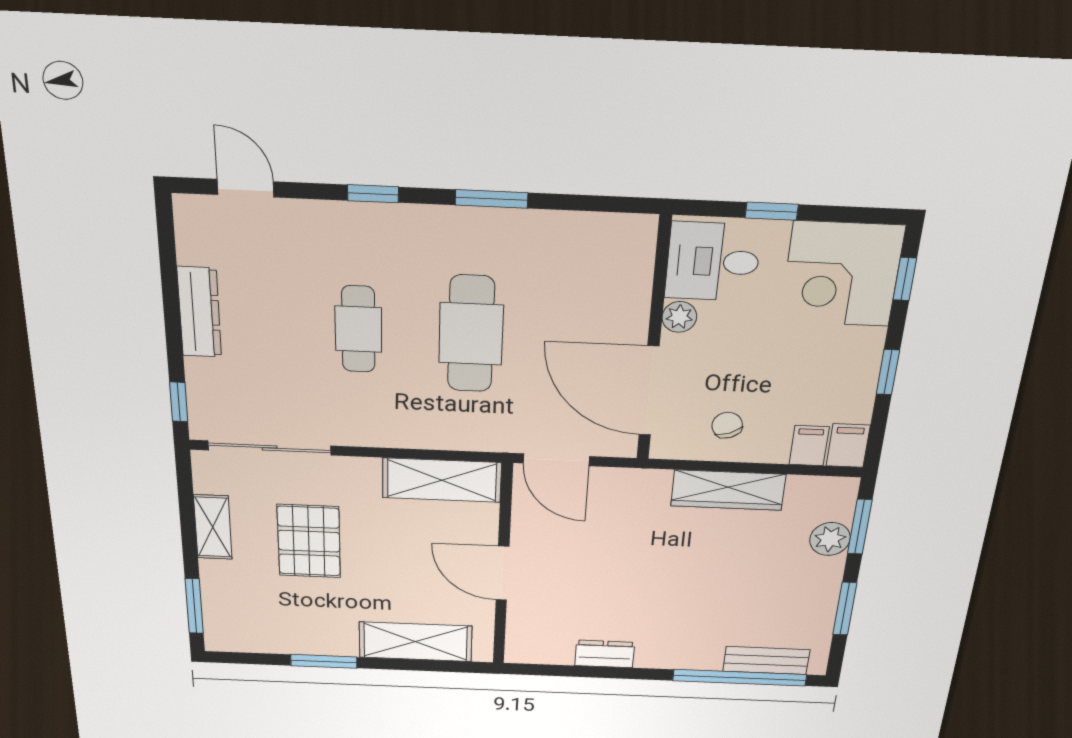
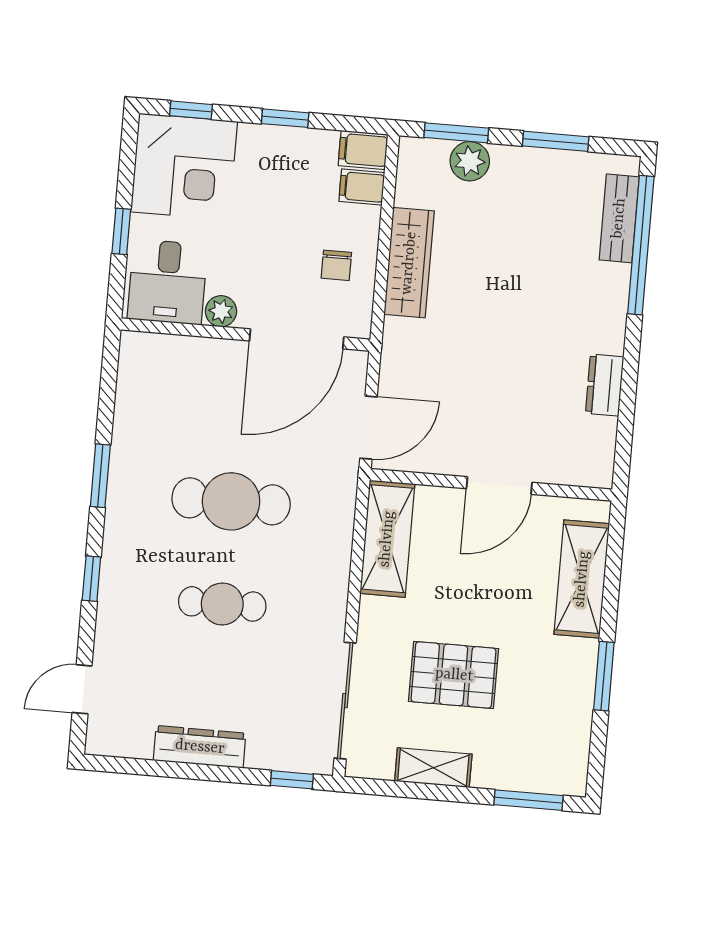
chair: (727, 425) -> (336, 265), turned -69

